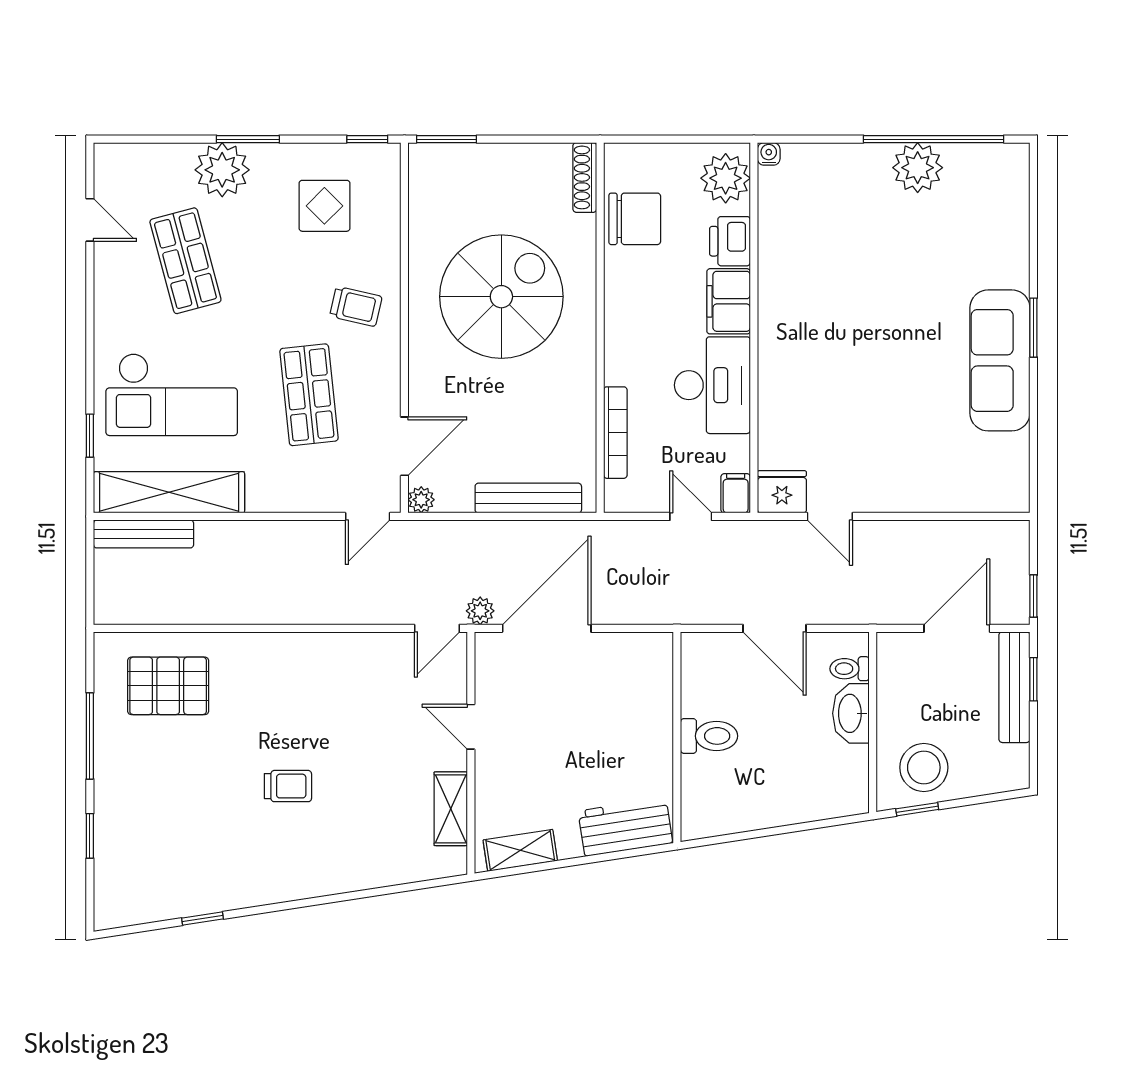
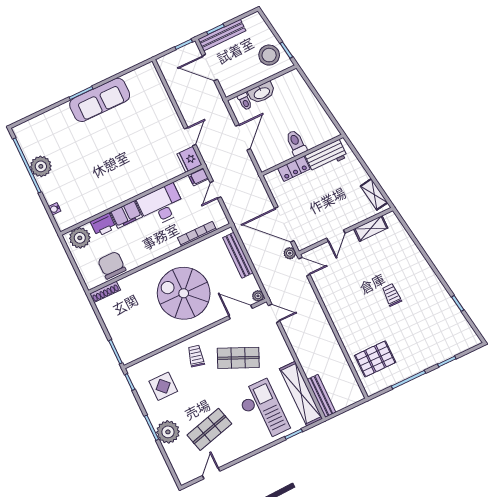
water cooler: (769, 154) -> (55, 209), moved
spiral stairs: (501, 297) -> (184, 293), moved
shop shelf: (309, 395) -> (238, 358), turned 30
pallet: (168, 686) -> (375, 359), turned 90
locker: (656, 705) -> (294, 169), added
workbench: (625, 827) -> (326, 156), moved, turned -81

